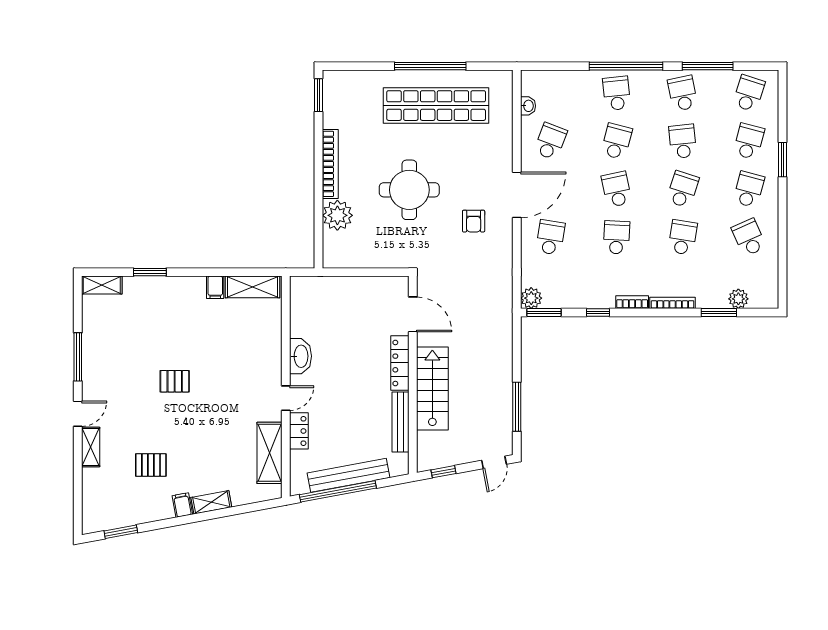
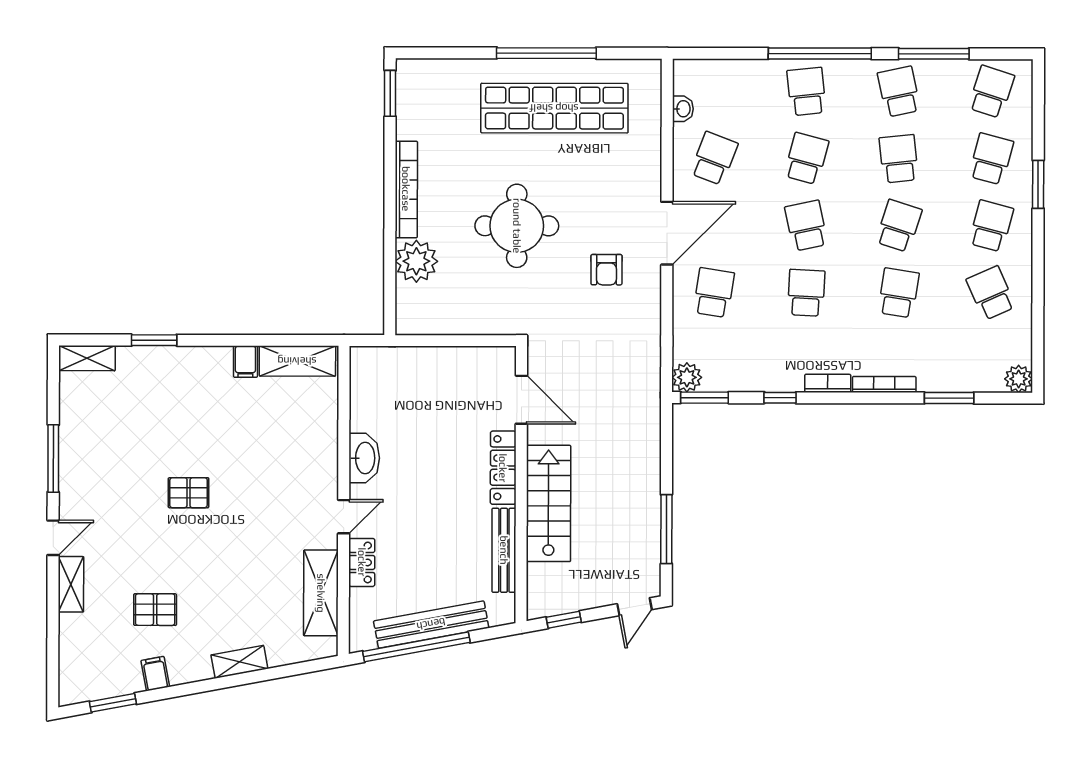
plant: (738, 299) -> (1019, 379), moved
filing cabinet: (182, 505) -> (155, 674), moved

